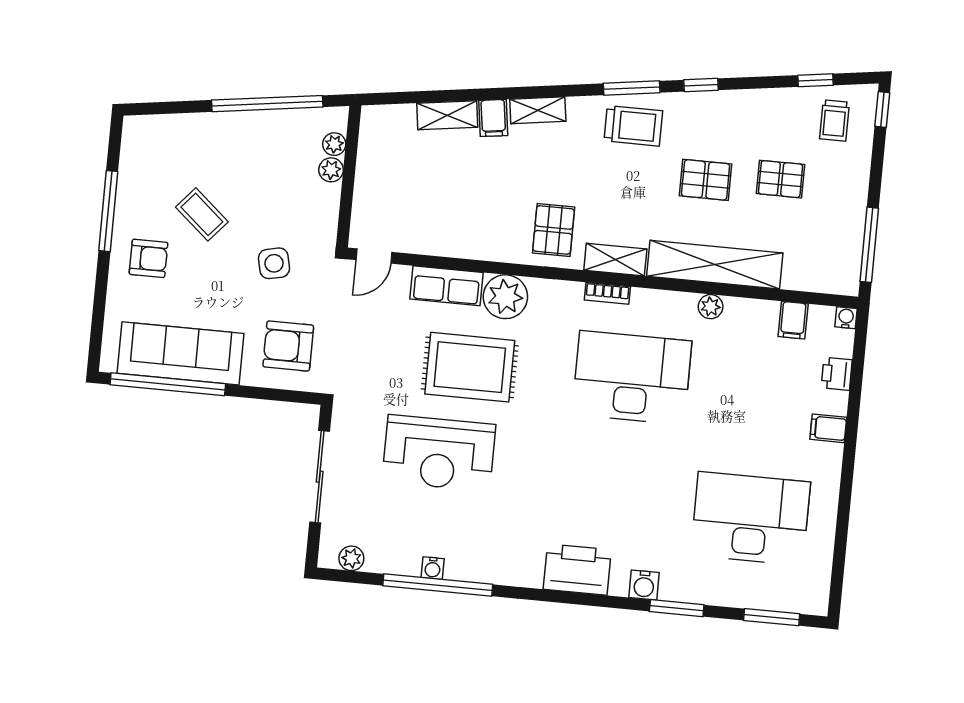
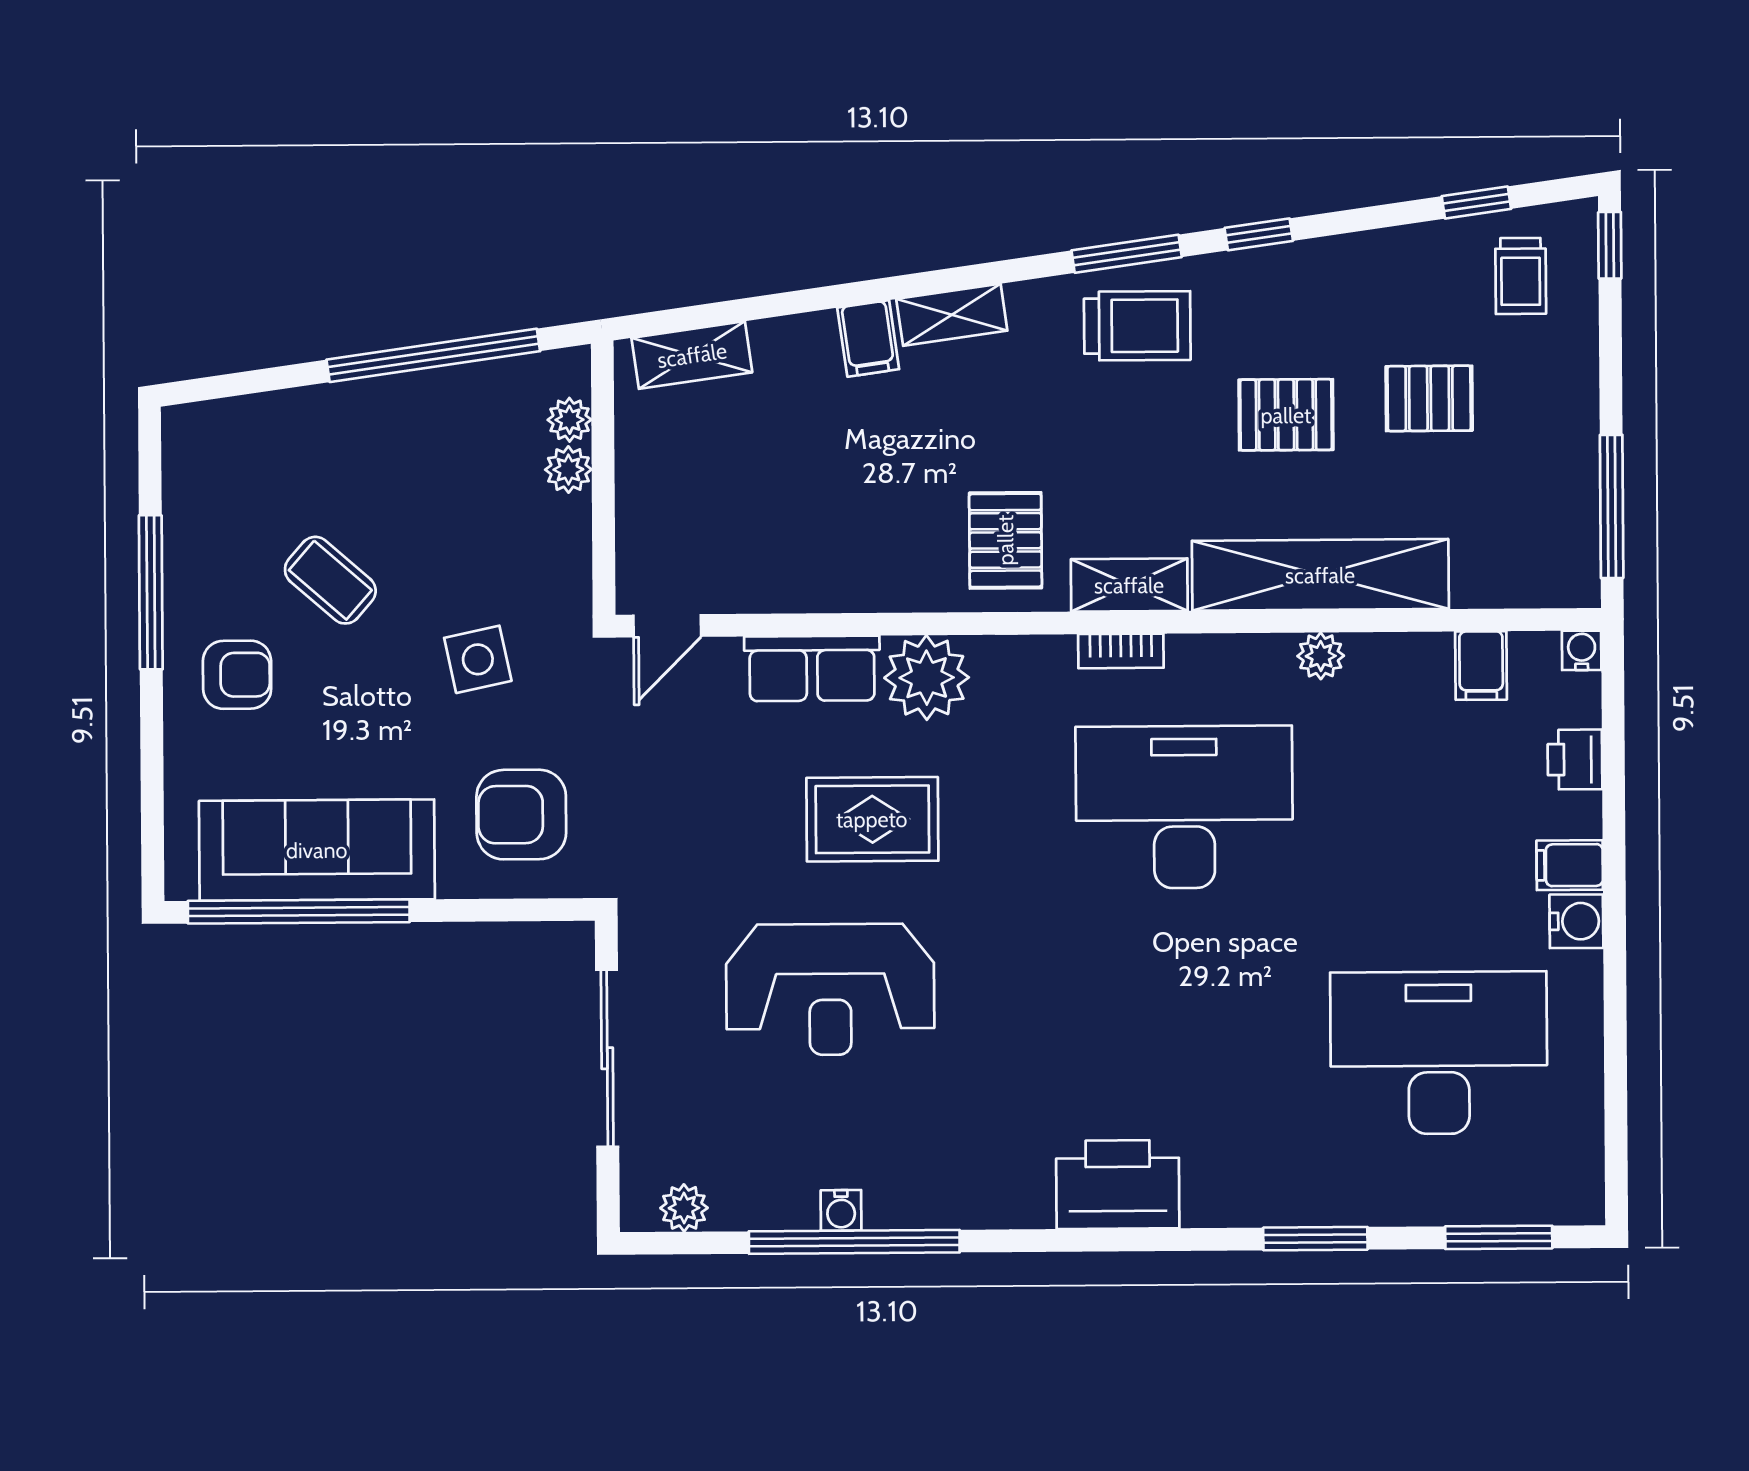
shelving: (447, 115) -> (692, 355), moved
rug: (470, 367) -> (872, 819), width x0.73, depth x0.70
water cooler: (644, 585) -> (1576, 921), moved, turned -90

